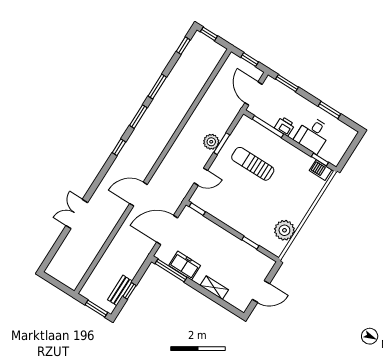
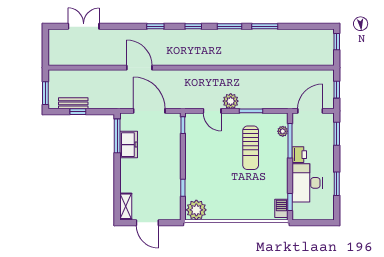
window: (183, 46) -> (155, 26), moved
plant: (256, 128) -> (283, 131), added
desk: (313, 135) -> (307, 183), width x1.37
plant: (211, 142) -> (231, 101), moved
sun lounger: (253, 164) -> (251, 148), turned 180
door: (138, 194) -> (139, 68), moved
double door: (77, 214) -> (84, 26), moved
plant: (284, 230) -> (196, 210), moved
shelving: (214, 288) -> (126, 206), moved

